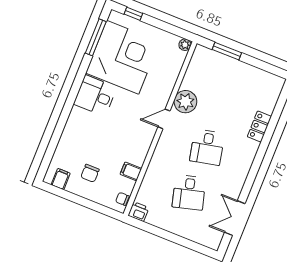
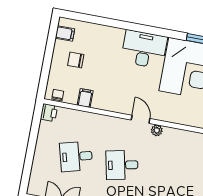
desk: (95, 96) -> (144, 49), width x1.37
plant: (185, 102) -> (157, 130), width x0.53, depth x0.53

